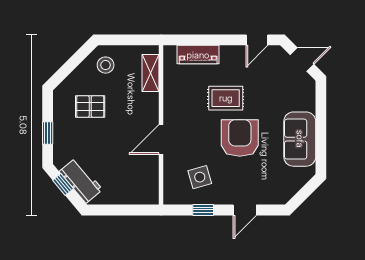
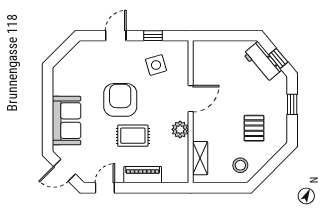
piano: (198, 55) -> (143, 175), moved
plant: (173, 105) -> (180, 129), added
pallet: (90, 106) -> (254, 128), turned 90
armchair: (240, 138) -> (120, 100), turned 180
sofa: (300, 139) -> (67, 121), moved

